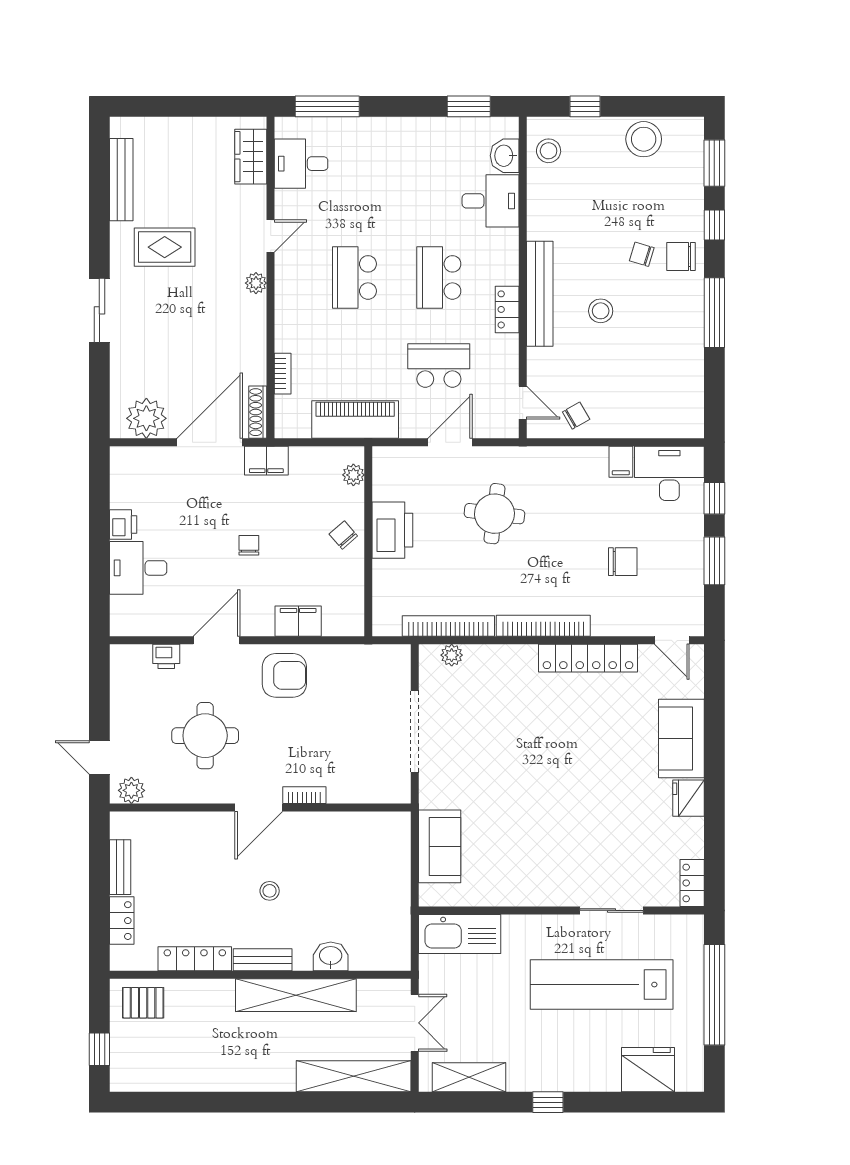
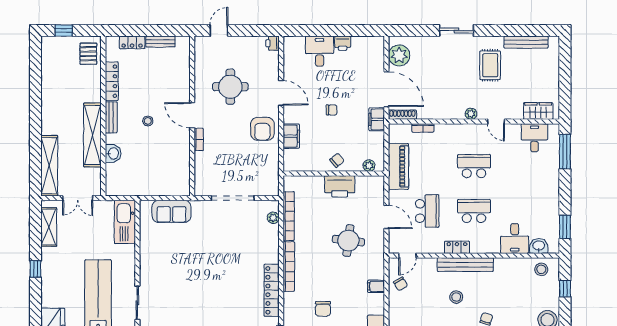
filing cabinet: (621, 462) -> (376, 286), moved
printer: (166, 656) -> (273, 43), moved
plant: (131, 790) -> (201, 48), removed

